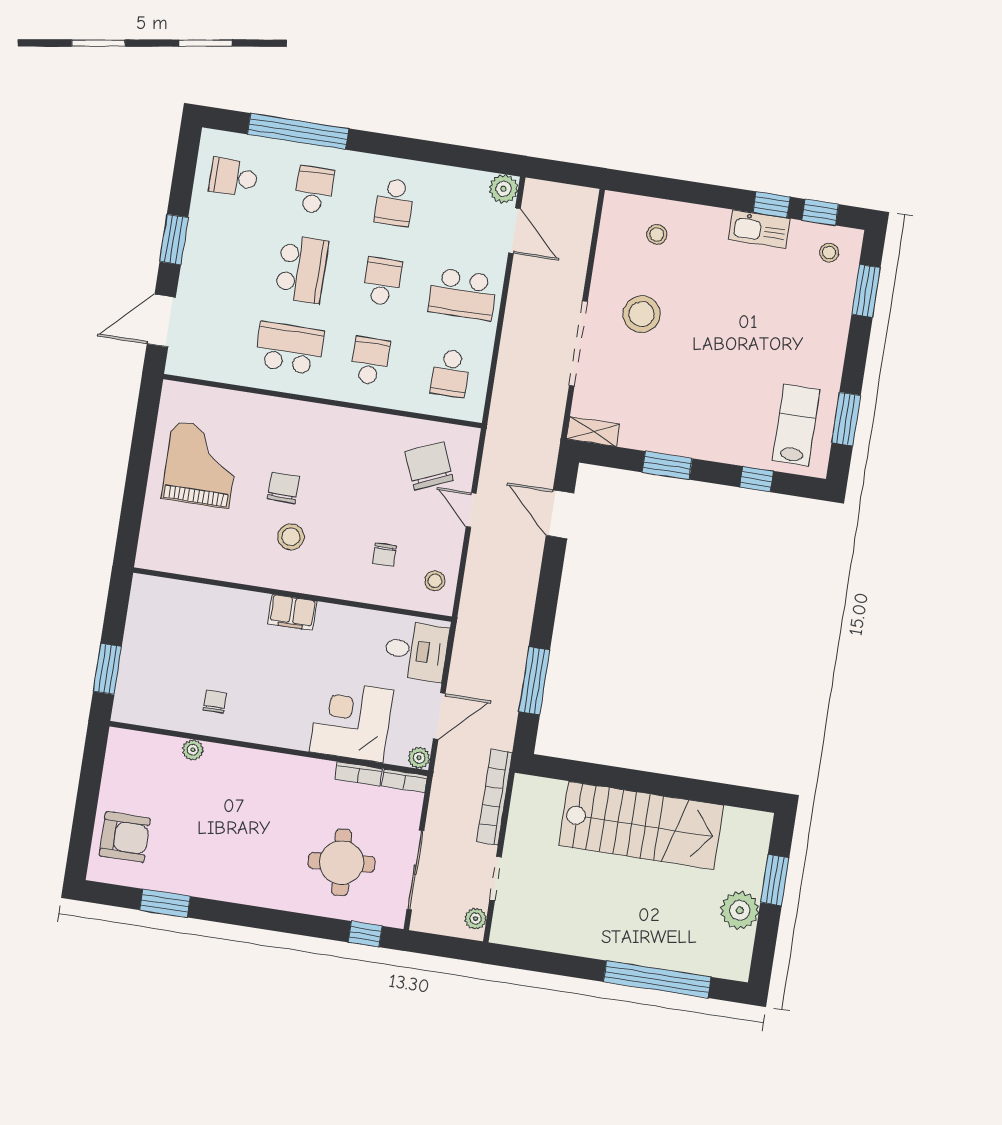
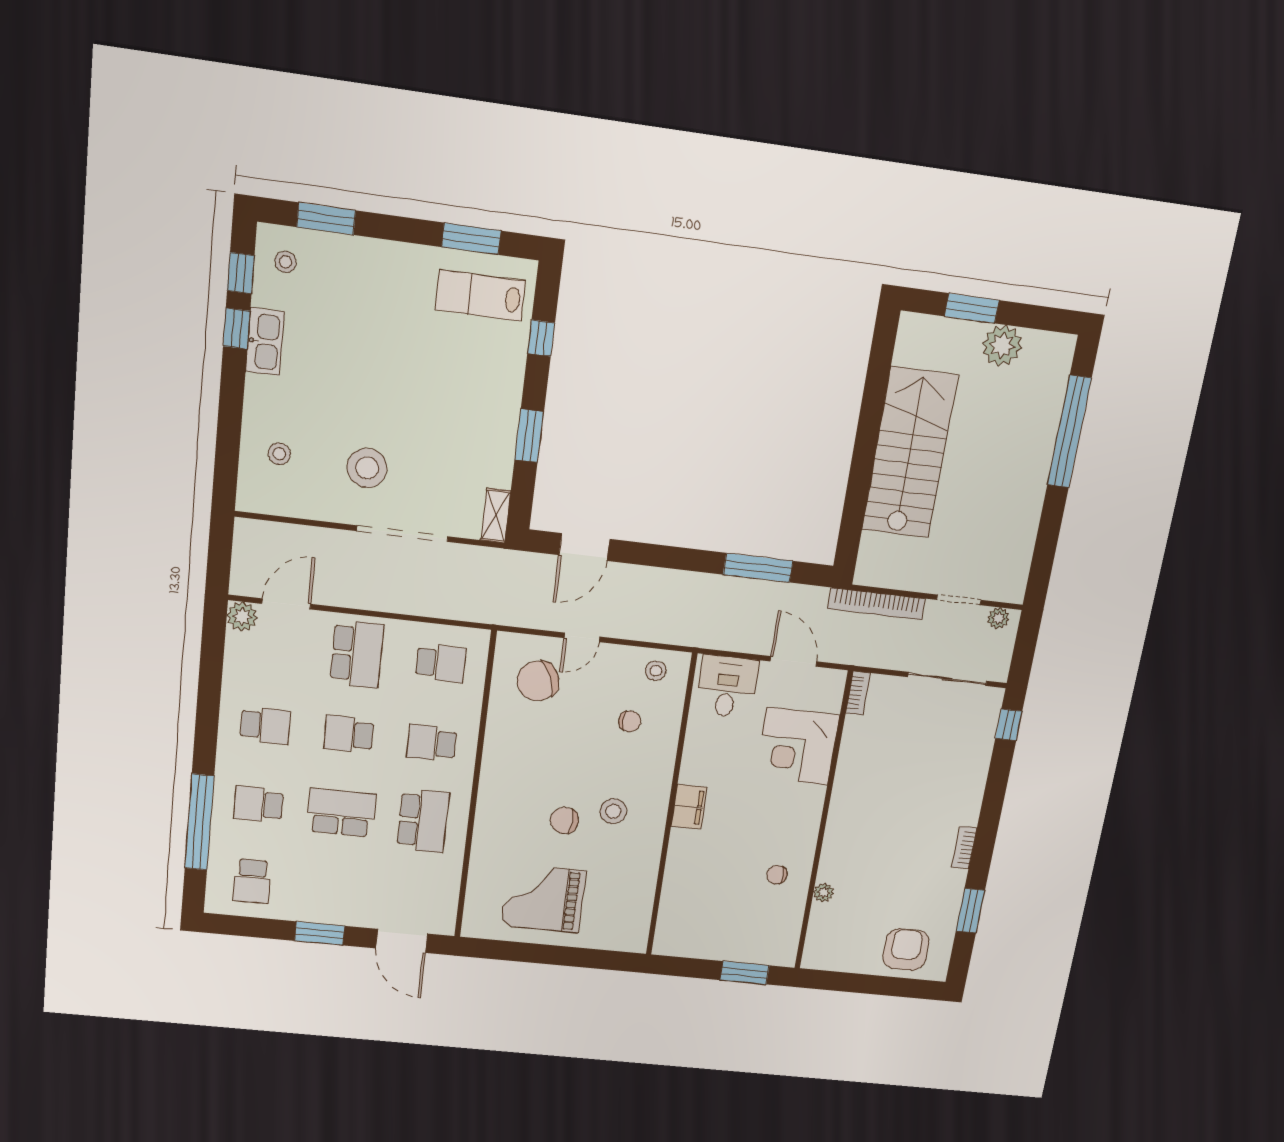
school desk: (289, 348) -> (423, 821), turned 180
plant: (419, 758) -> (835, 680), removed
bookcase: (358, 774) -> (964, 848), moved, turned 180
round table: (342, 862) -> (937, 750), removed

